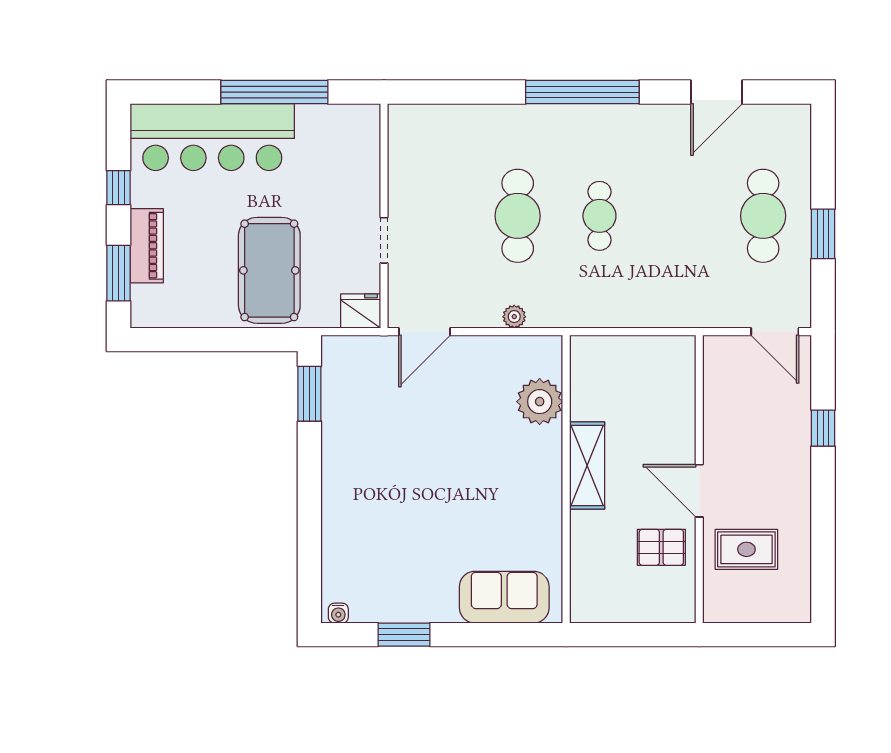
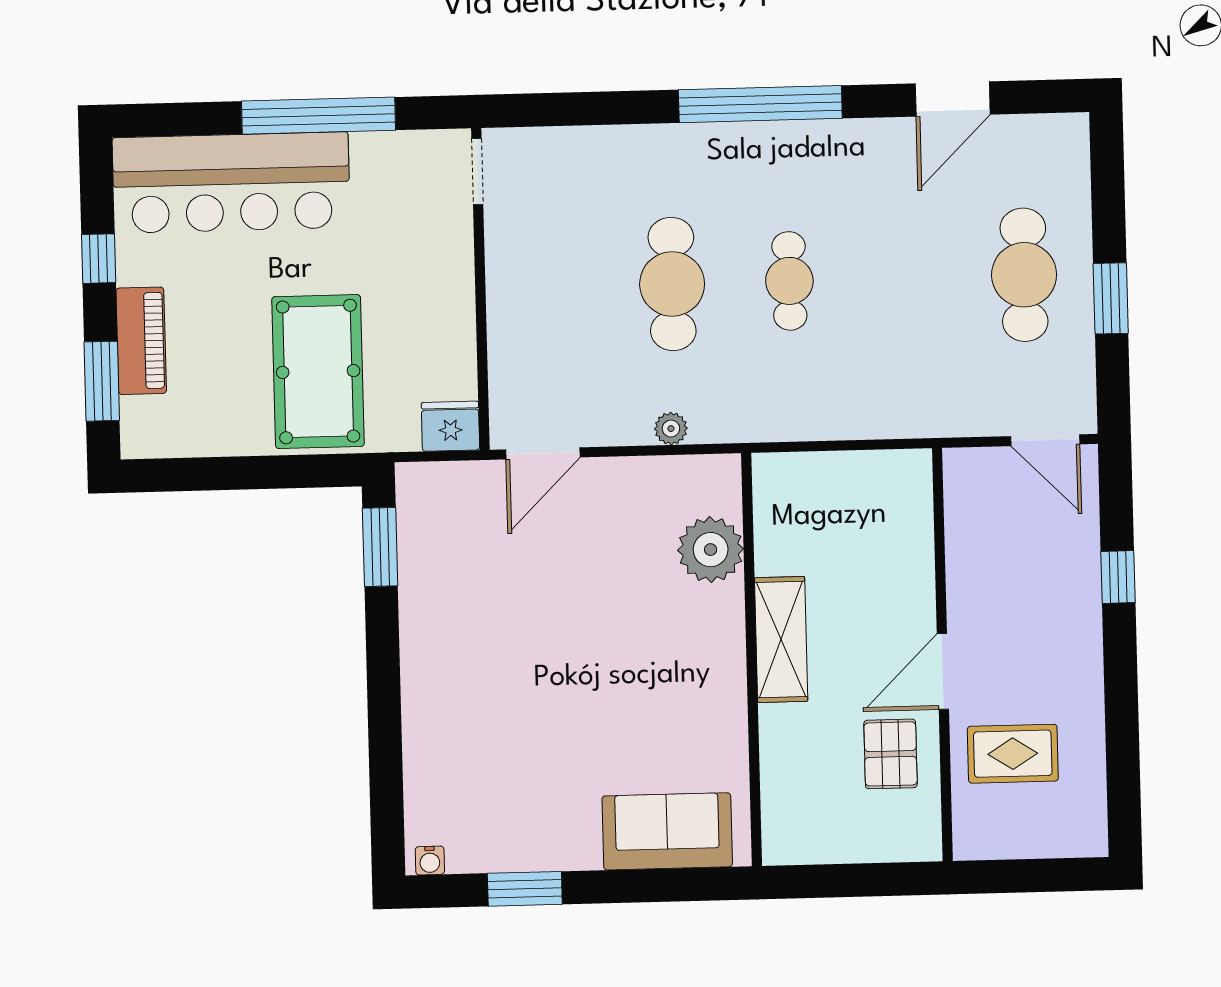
doorway: (384, 240) -> (477, 171), moved
door: (699, 491) -> (943, 672), hinge flipped
pallet: (661, 547) -> (891, 754), turned 90

